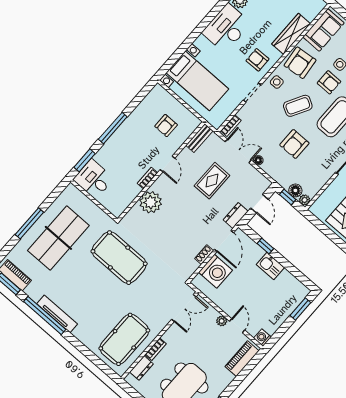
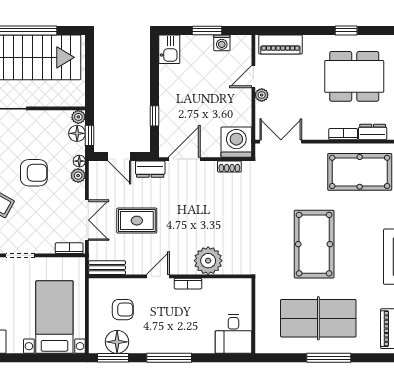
floor lamp: (150, 105) -> (117, 342), added
double door: (238, 151) -> (87, 220), swing flipped
window: (85, 160) -> (113, 358), moved
floor lamp: (258, 160) -> (79, 161), moved
plant: (270, 169) -> (78, 176), added
door: (259, 204) -> (119, 156), swing flipped
shoe rack: (204, 255) -> (229, 167), moved
pool table: (119, 258) -> (314, 244), moved
kitchen sink: (270, 266) -> (169, 49), moved
washing machine: (216, 271) -> (236, 142), moved
window: (300, 309) -> (207, 30), moved
washing machine: (262, 338) -> (222, 43), moved

